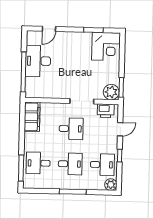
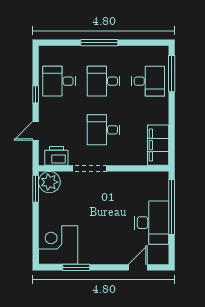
plant: (111, 185) -> (47, 54), removed

